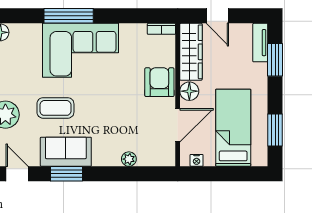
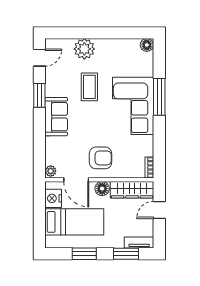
armchair: (159, 82) -> (101, 158), moved
window: (275, 130) -> (84, 254), moved
sofa: (66, 152) -> (56, 117), moved
plant: (129, 159) -> (51, 171), moved
nightstand: (197, 160) -> (53, 198), width x1.89, depth x1.79

